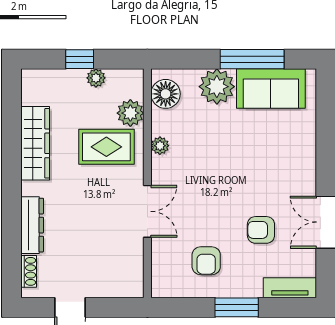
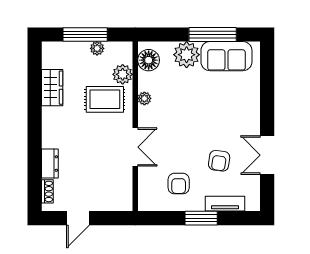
window: (80, 59) -> (85, 35), width x2.17
wardrobe: (35, 143) -> (52, 88), width x0.67
dresser: (32, 225) -> (50, 164), width x0.70
armchair: (261, 230) -> (219, 161), turned -82
tv unit: (290, 288) -> (225, 204), moved

